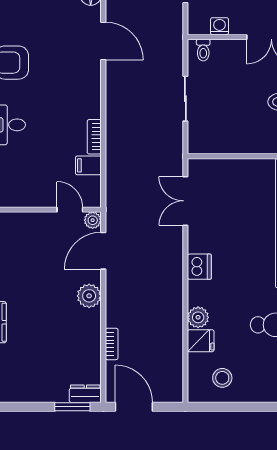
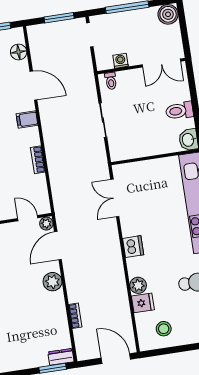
filing cabinet: (88, 165) -> (27, 119), moved
door: (134, 407) -> (116, 359), moved

